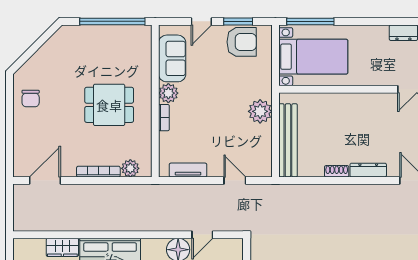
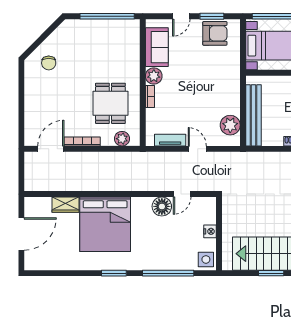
chair: (31, 98) -> (49, 63), moved
dining table: (109, 105) -> (110, 103), moved, turned 90
plant: (260, 111) -> (230, 125), moved
bookcase: (98, 172) -> (82, 141), moved
door: (235, 181) -> (197, 149), moved

